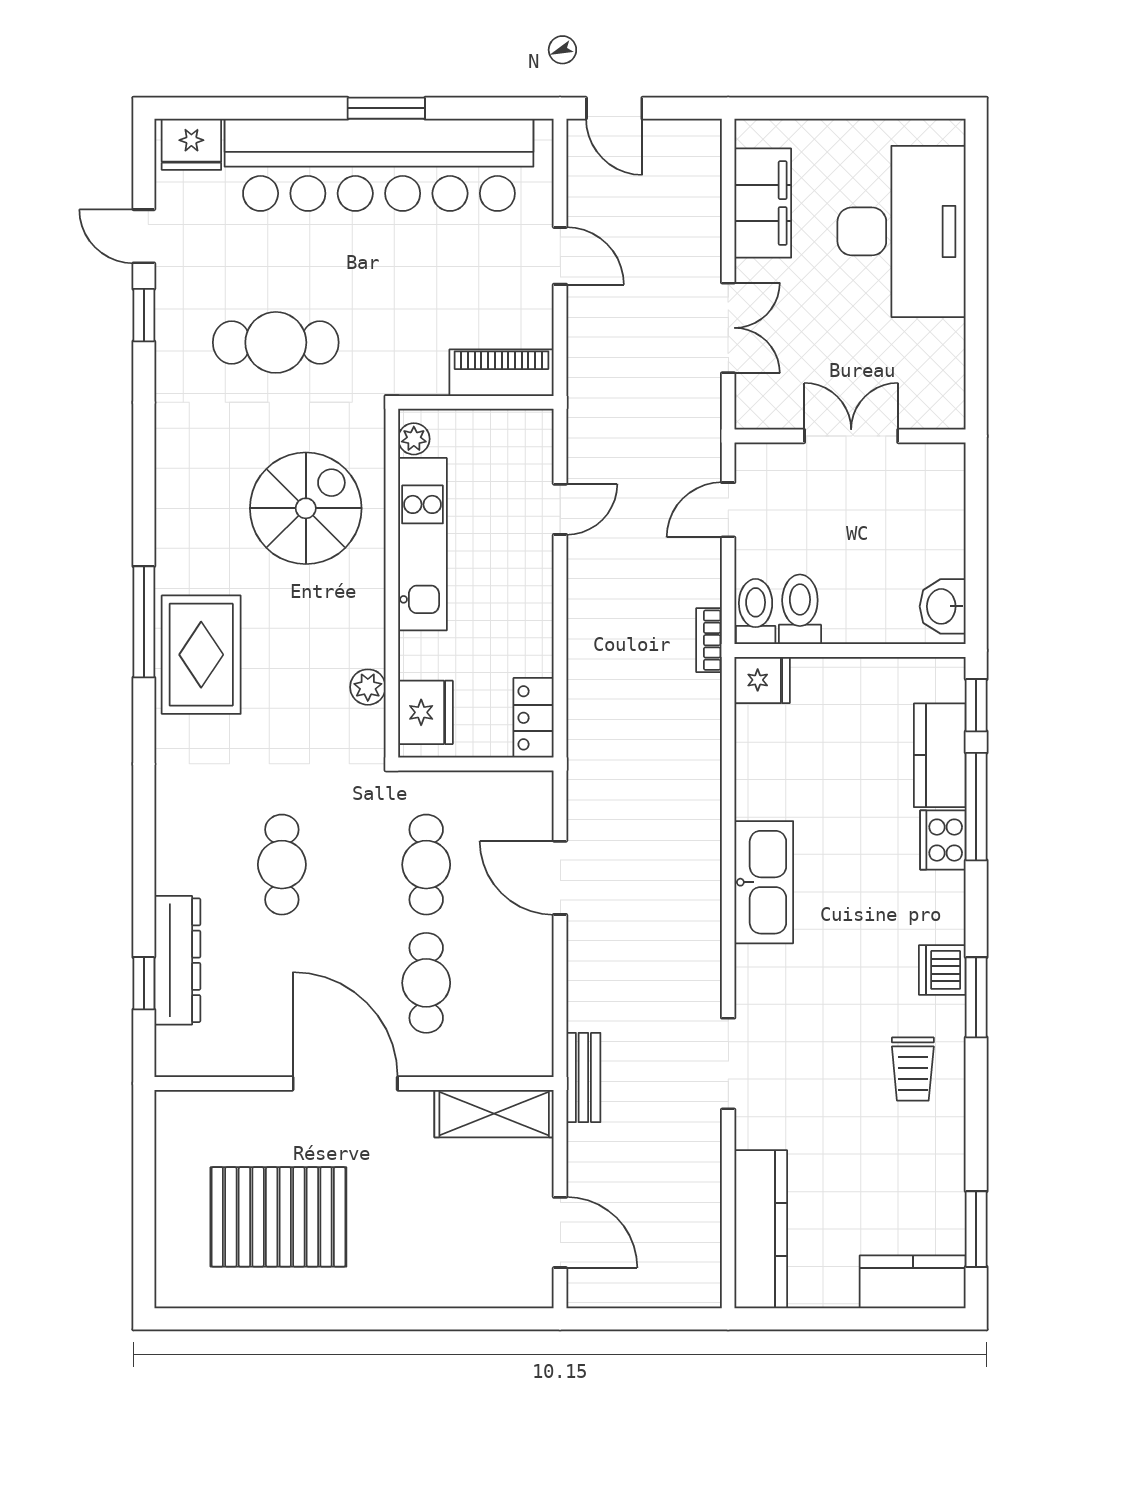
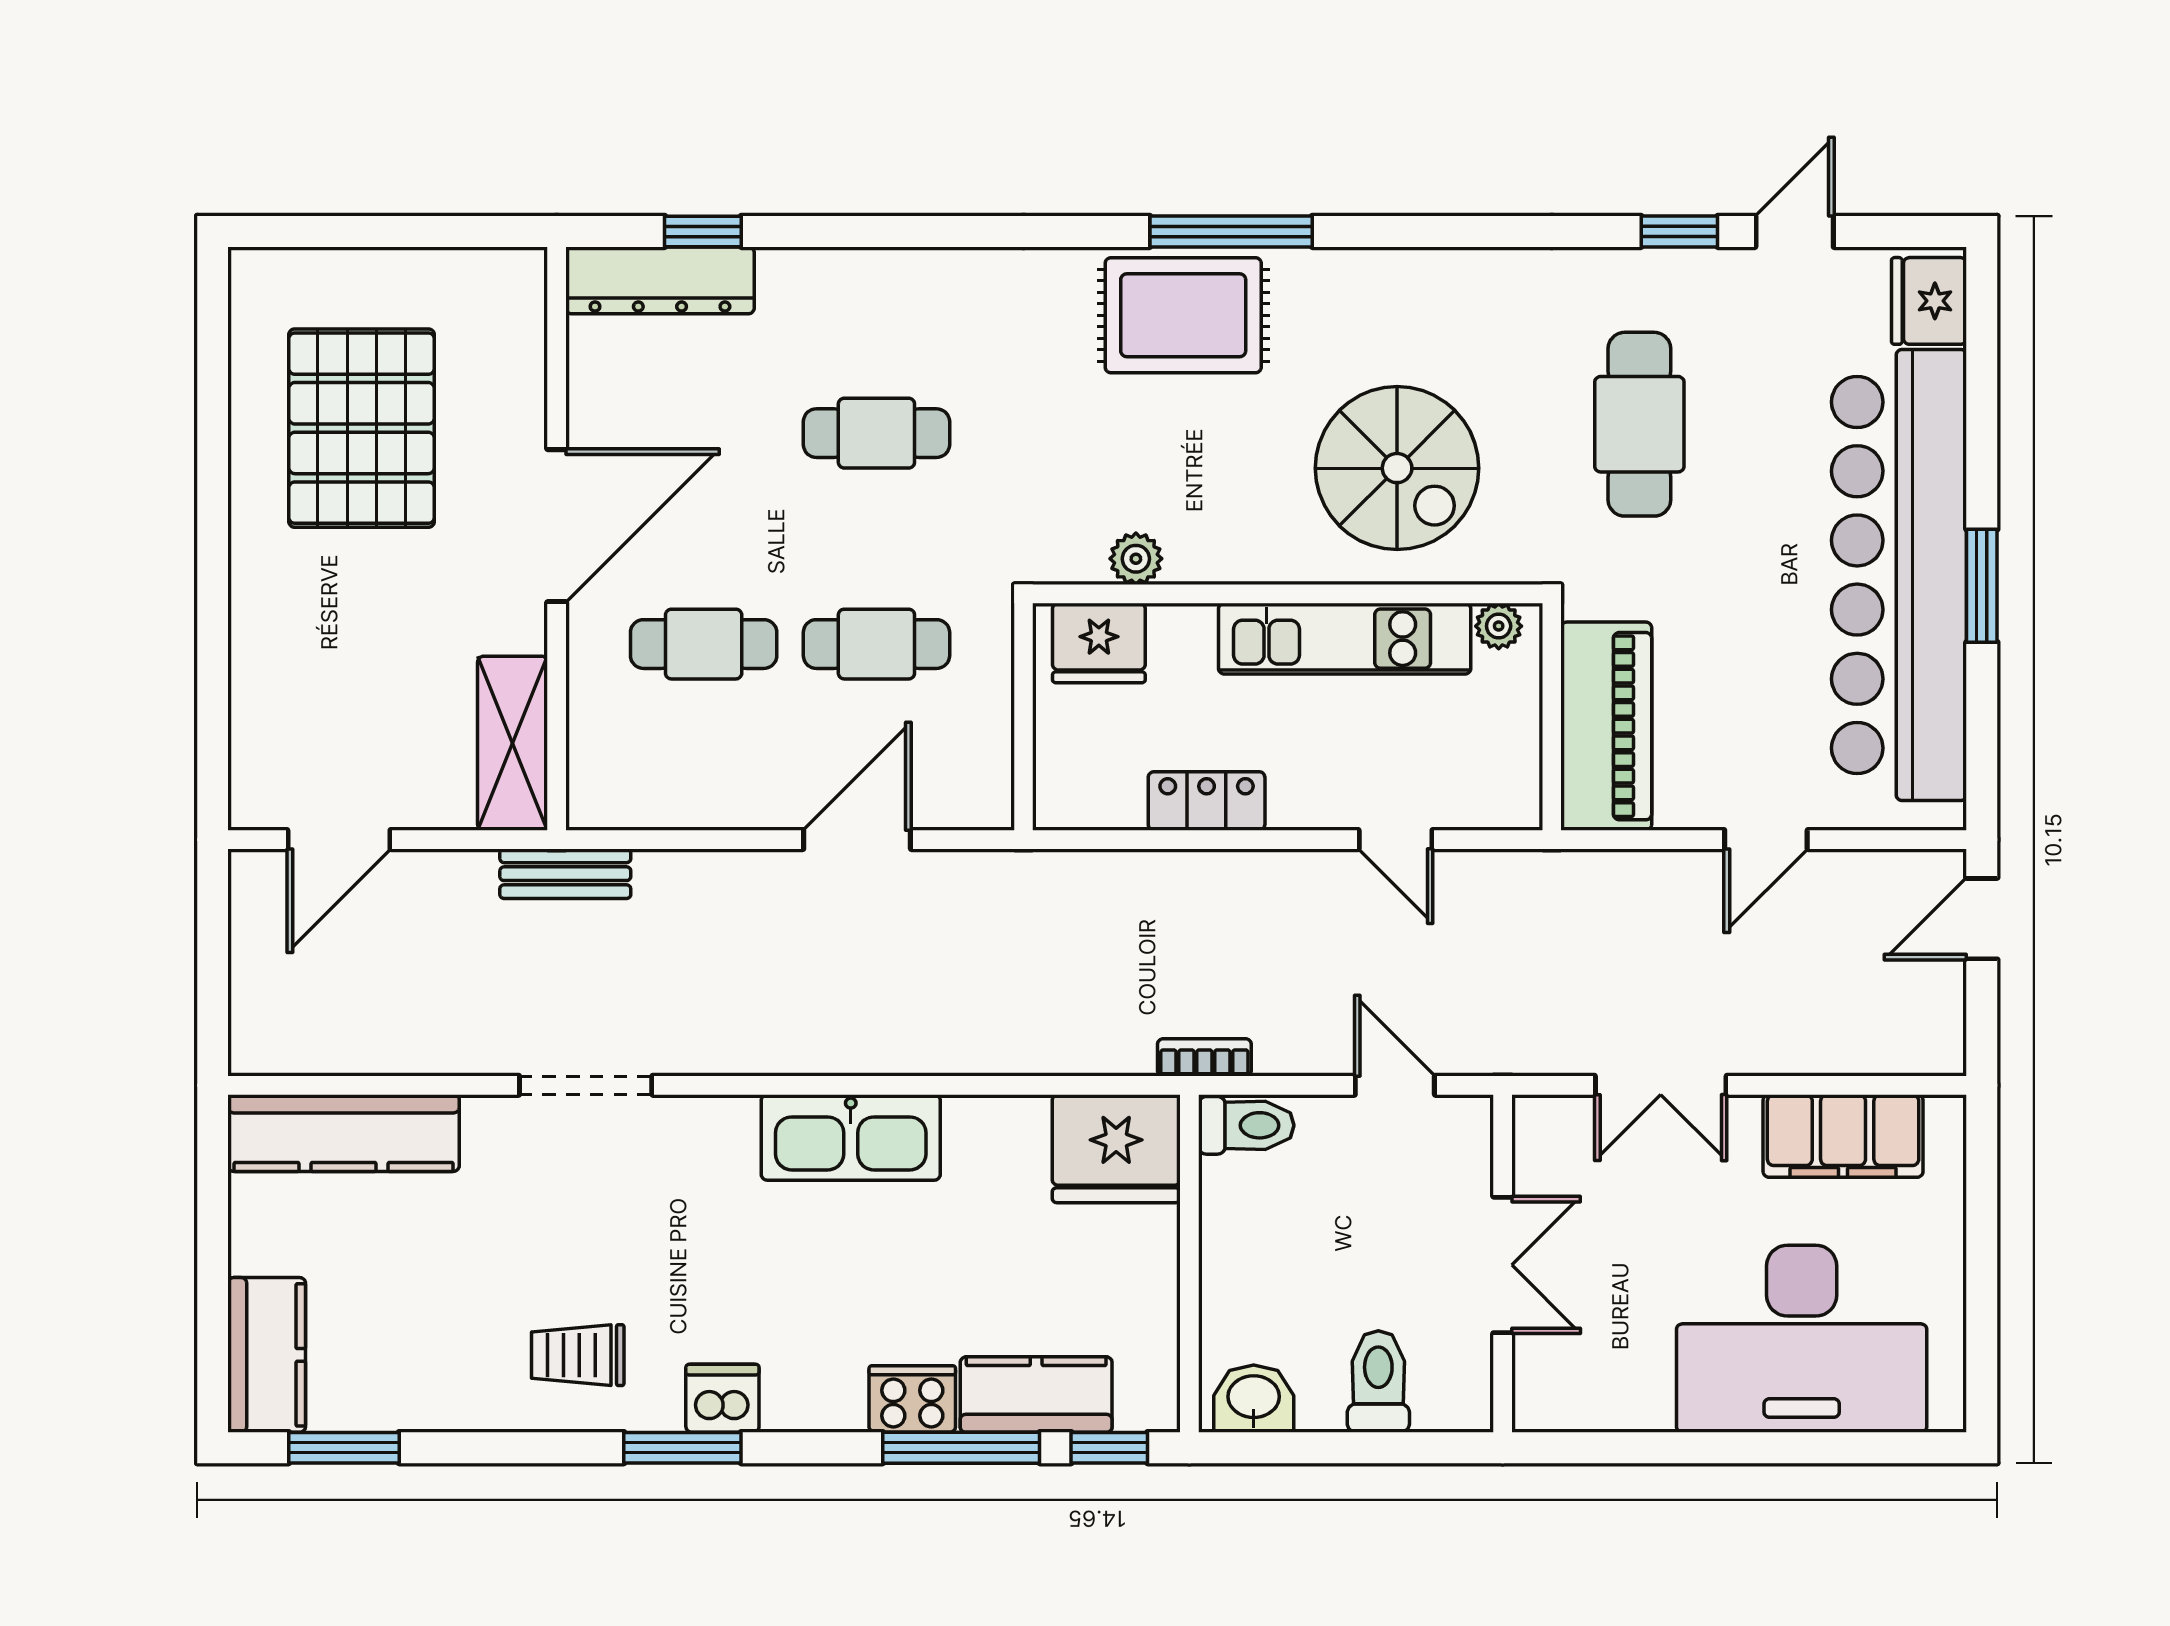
piano: (502, 373) -> (1606, 726), width x1.37, depth x1.33
toilet: (800, 609) -> (1378, 1381), moved, turned -90
fridge: (762, 680) -> (1116, 1149), width x1.88, depth x1.34
locker: (534, 718) -> (1207, 801), moved
dresser: (177, 960) -> (660, 280), moved

